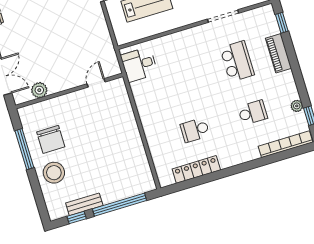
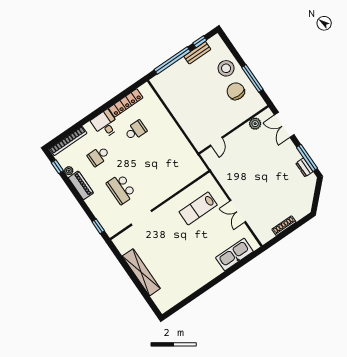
piano: (279, 53) -> (81, 185), moved
desk: (139, 65) -> (105, 124), moved, turned -90

